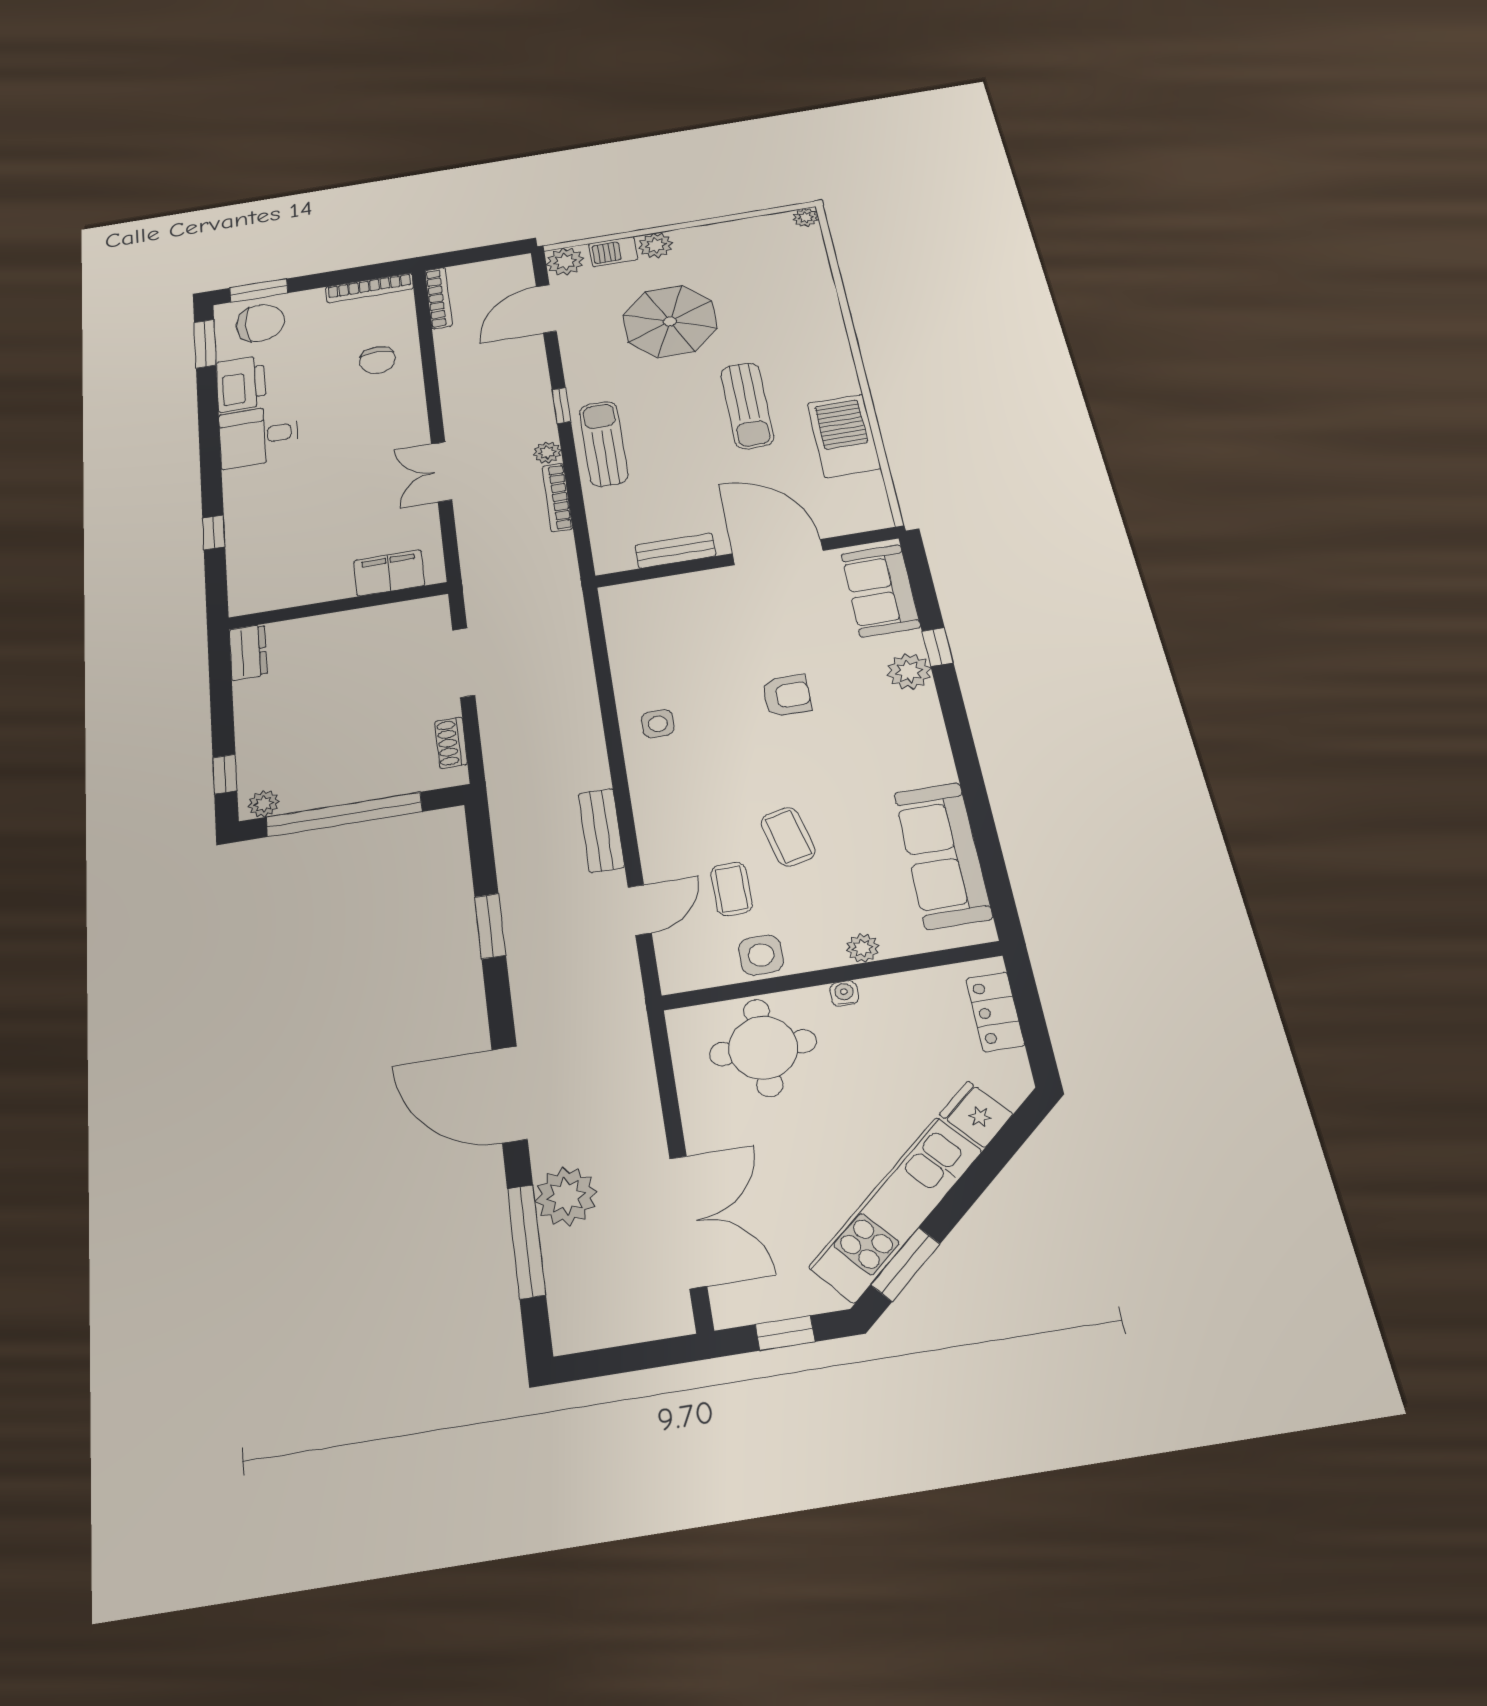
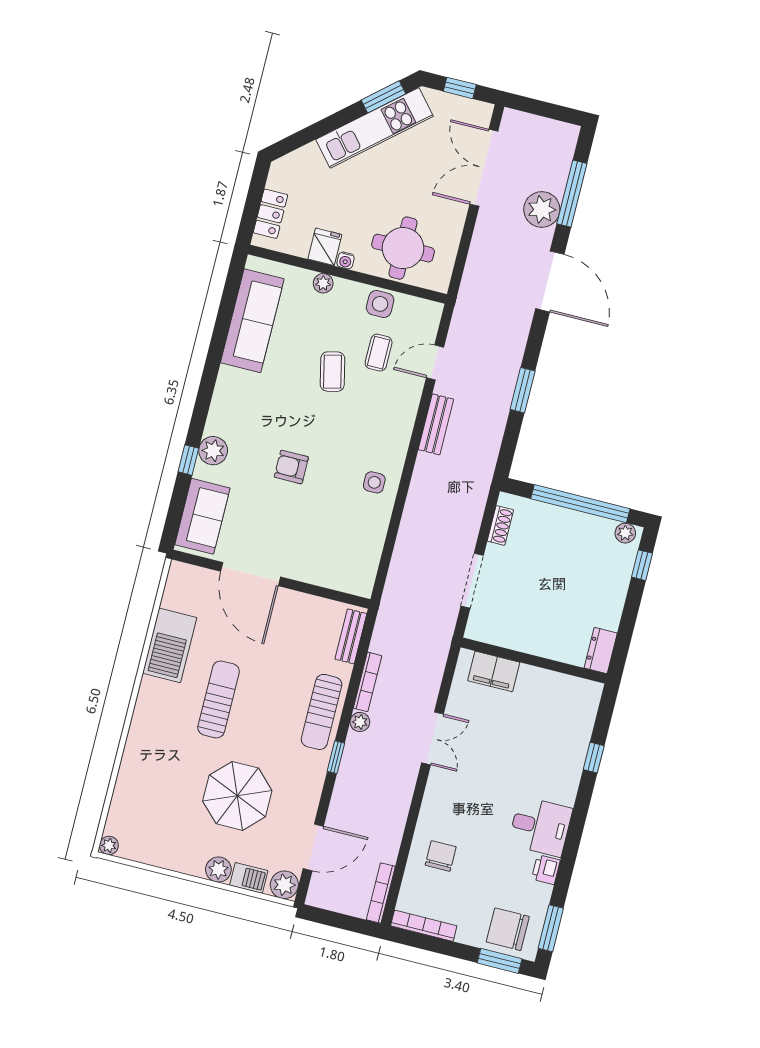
printer: (241, 384) -> (546, 870), width x0.53, depth x0.68
bench: (675, 551) -> (351, 636), moved, turned 90
fridge: (976, 1114) -> (325, 247), moved, turned -139

